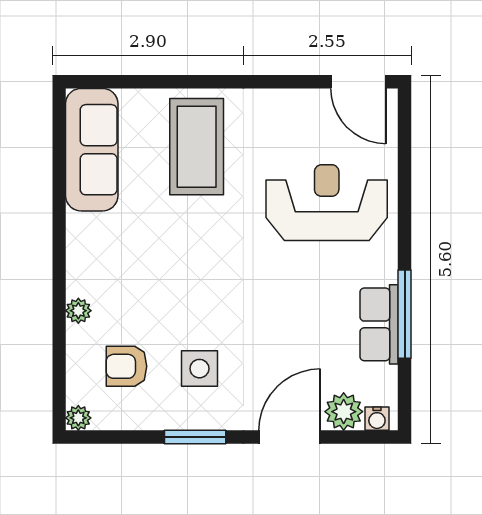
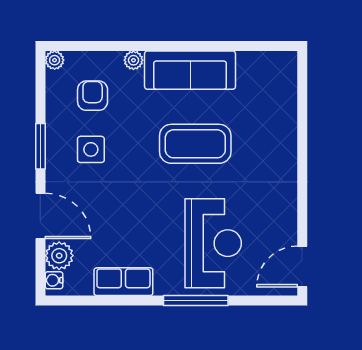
coffee table: (197, 147) -> (195, 144), moved
sofa: (92, 150) -> (190, 70), moved
window: (405, 314) -> (196, 301), moved

